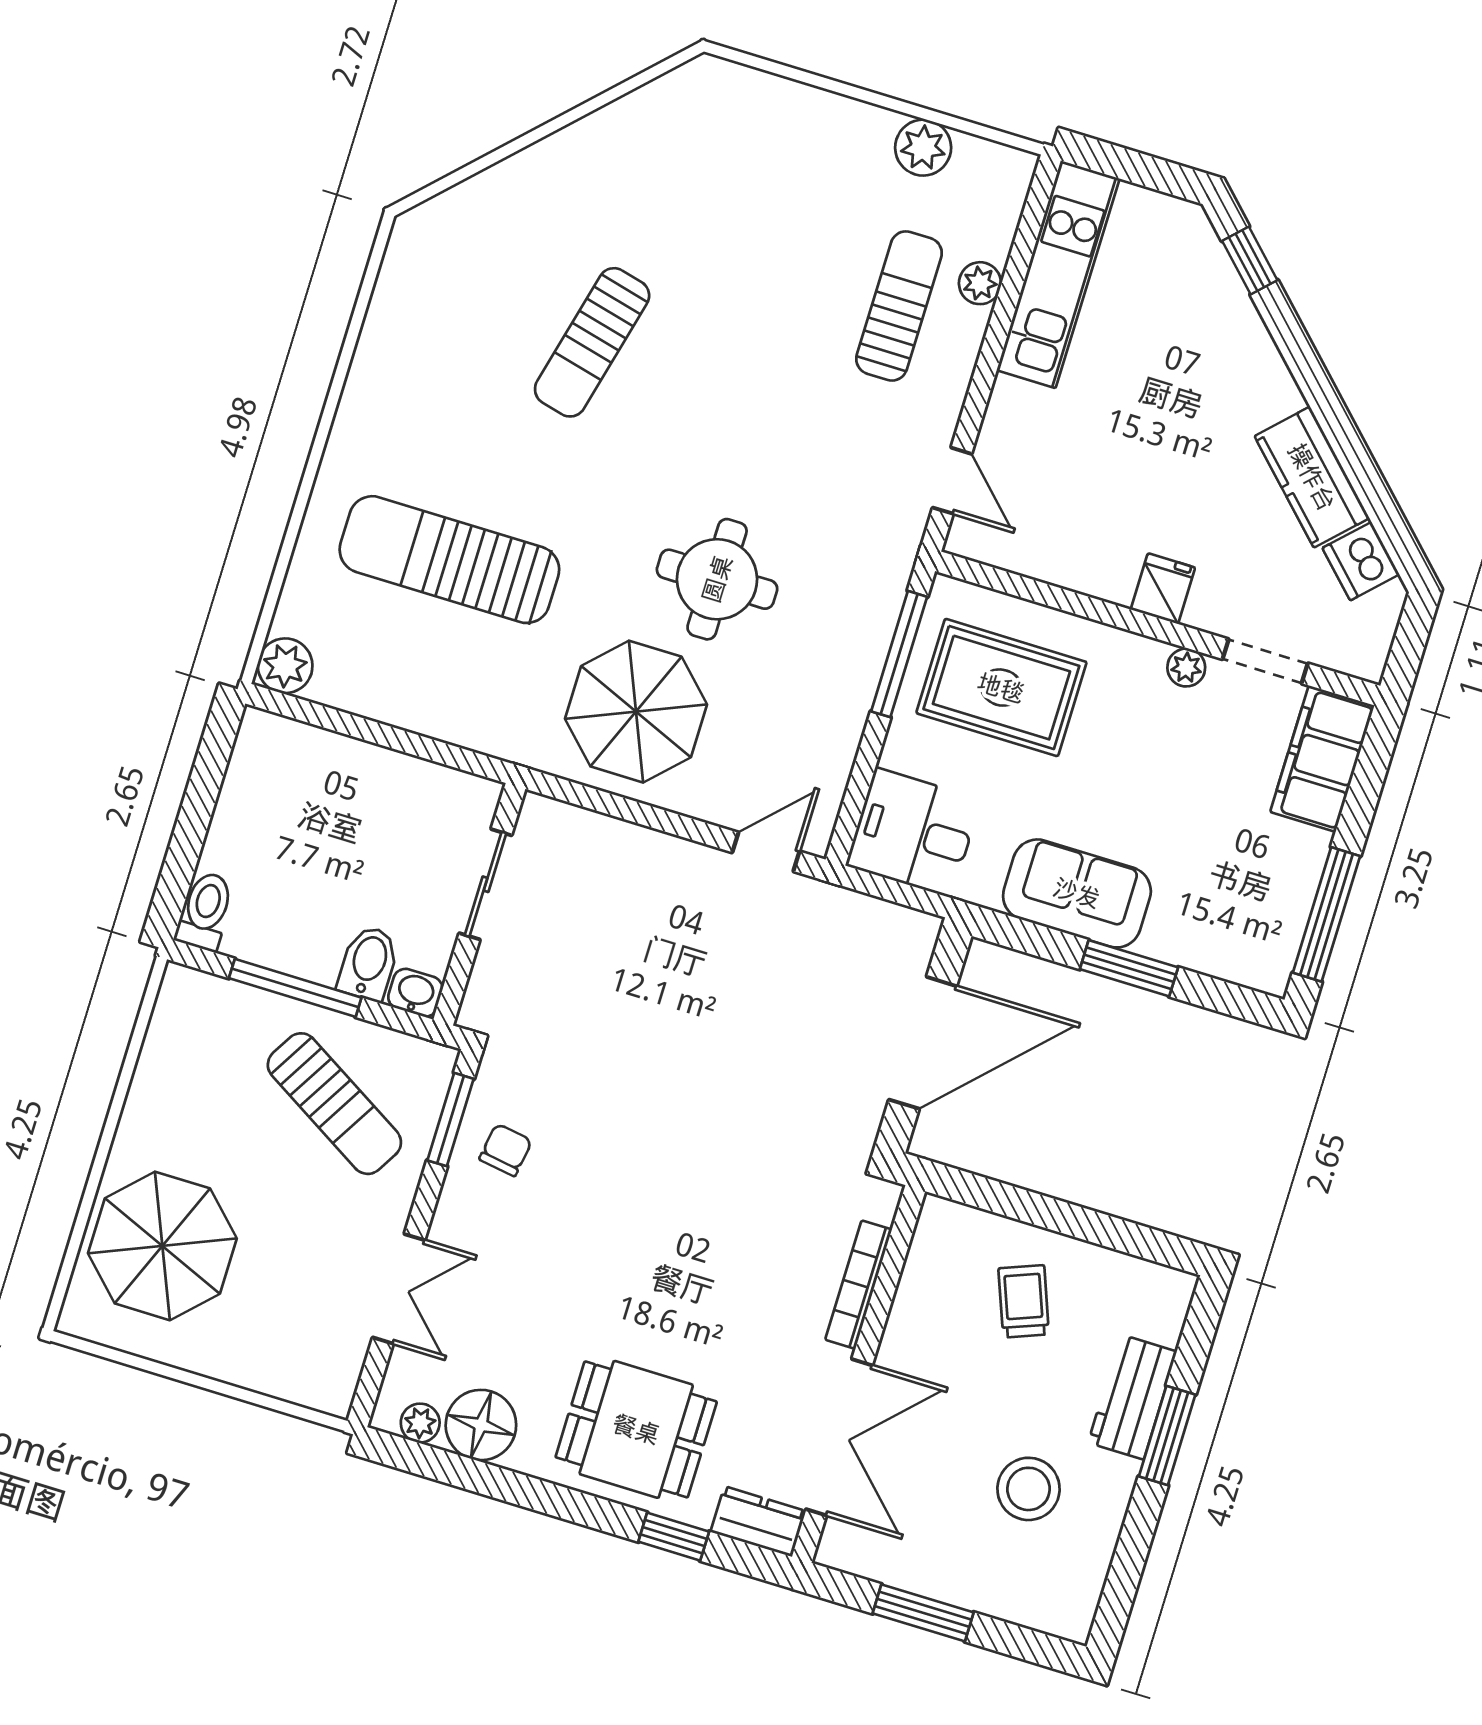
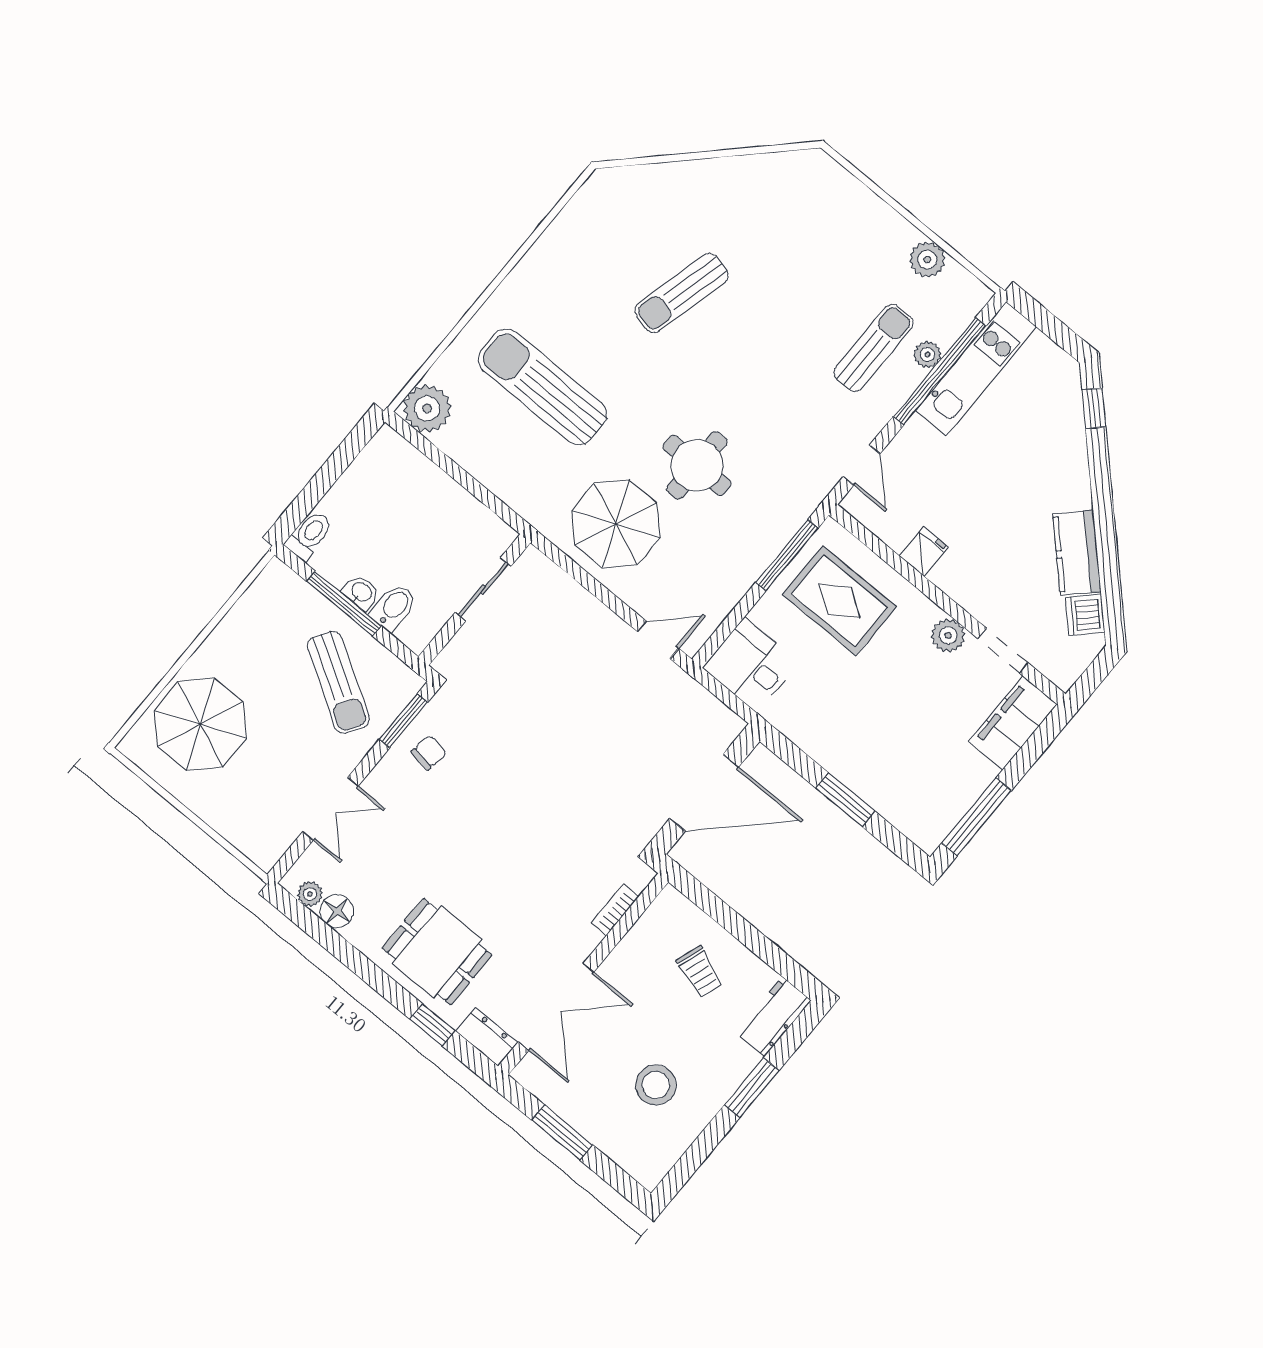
window: (1007, 300) -> (940, 371), added
fridge: (1163, 589) -> (924, 552), moved
plant: (285, 666) -> (427, 408), width x1.36, depth x1.36
plant: (1186, 668) -> (948, 635), width x1.38, depth x1.38
sofa: (1077, 893) -> (833, 742), removed
washbasin: (415, 993) -> (361, 592), moved
bookcase: (859, 1285) -> (615, 910), width x0.64
trolley: (1024, 1301) -> (700, 972), turned 130
workbench: (1132, 1397) -> (774, 1016), moved
floor lamp: (481, 1425) -> (337, 911), width x0.73, depth x0.73

